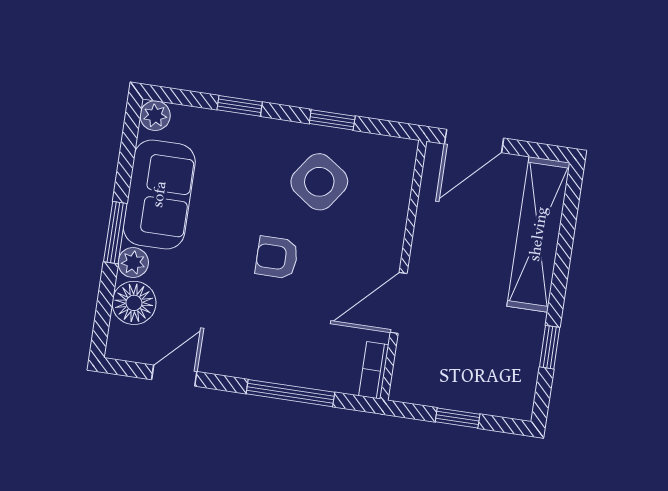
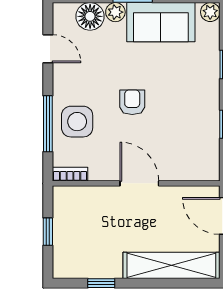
side table: (319, 182) -> (77, 122), moved, turned -35
door: (399, 303) -> (139, 183), moved

